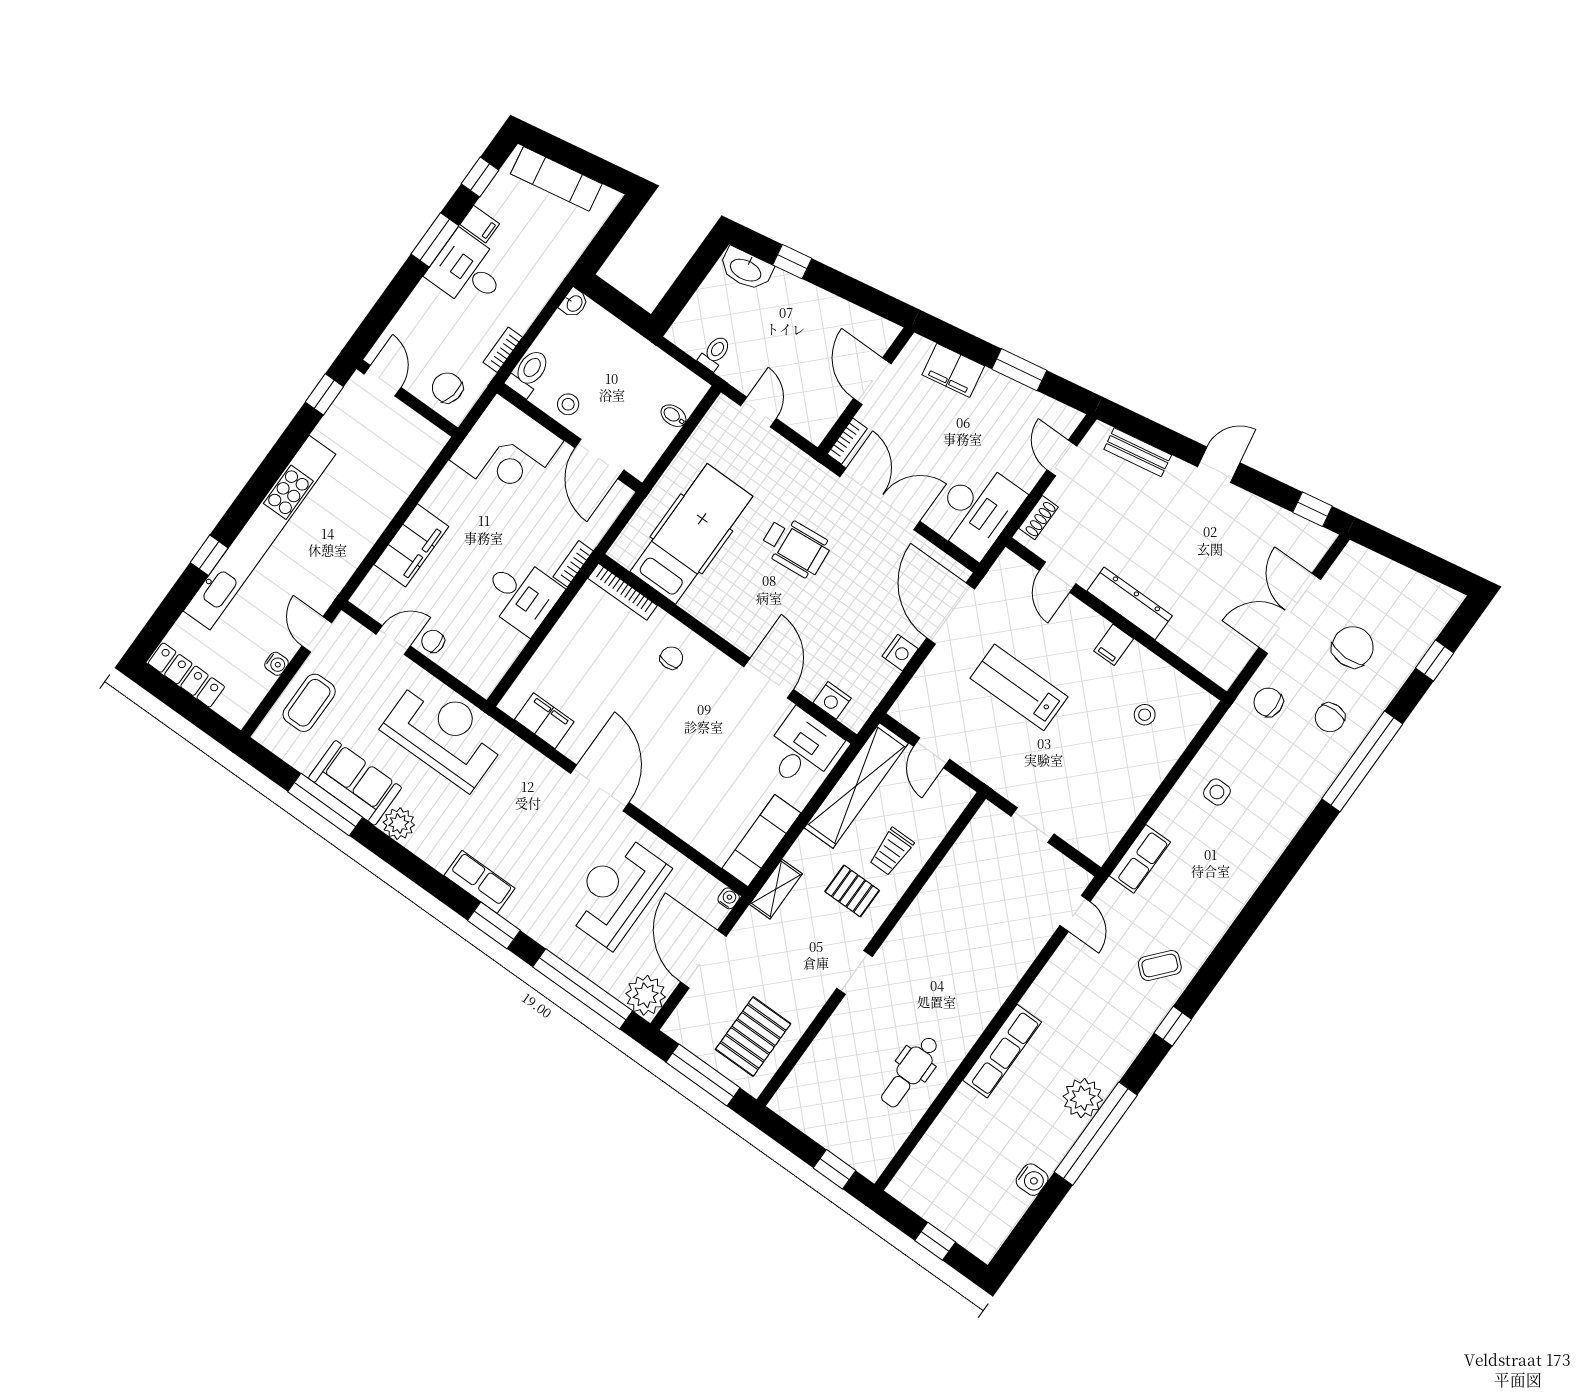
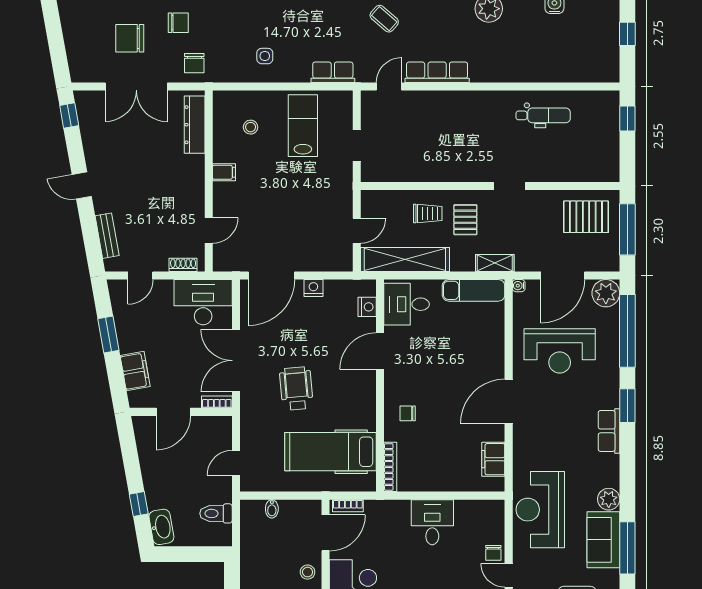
toilet: (715, 353) -> (216, 513), width x1.37, depth x1.39
bookcase: (573, 564) -> (348, 506), moved
dresser: (1130, 603) -> (195, 125), moved
lab bench: (1019, 687) -> (303, 126), moved, turned 180
row of seats: (1002, 1051) -> (437, 72), moved

